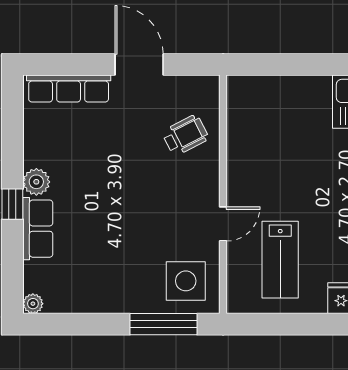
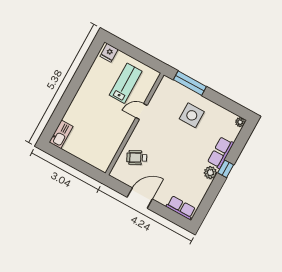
door: (139, 65) -> (140, 198), swing flipped
row of seats: (69, 89) -> (181, 208), width x0.68
side table: (186, 281) -> (192, 115), moved

